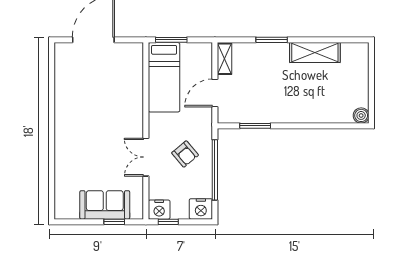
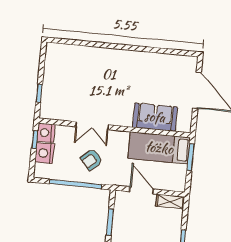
double door: (146, 157) -> (92, 126), swing flipped
sofa: (105, 205) -> (155, 117), moved, turned -90
nightstand: (201, 209) -> (45, 153), moved

